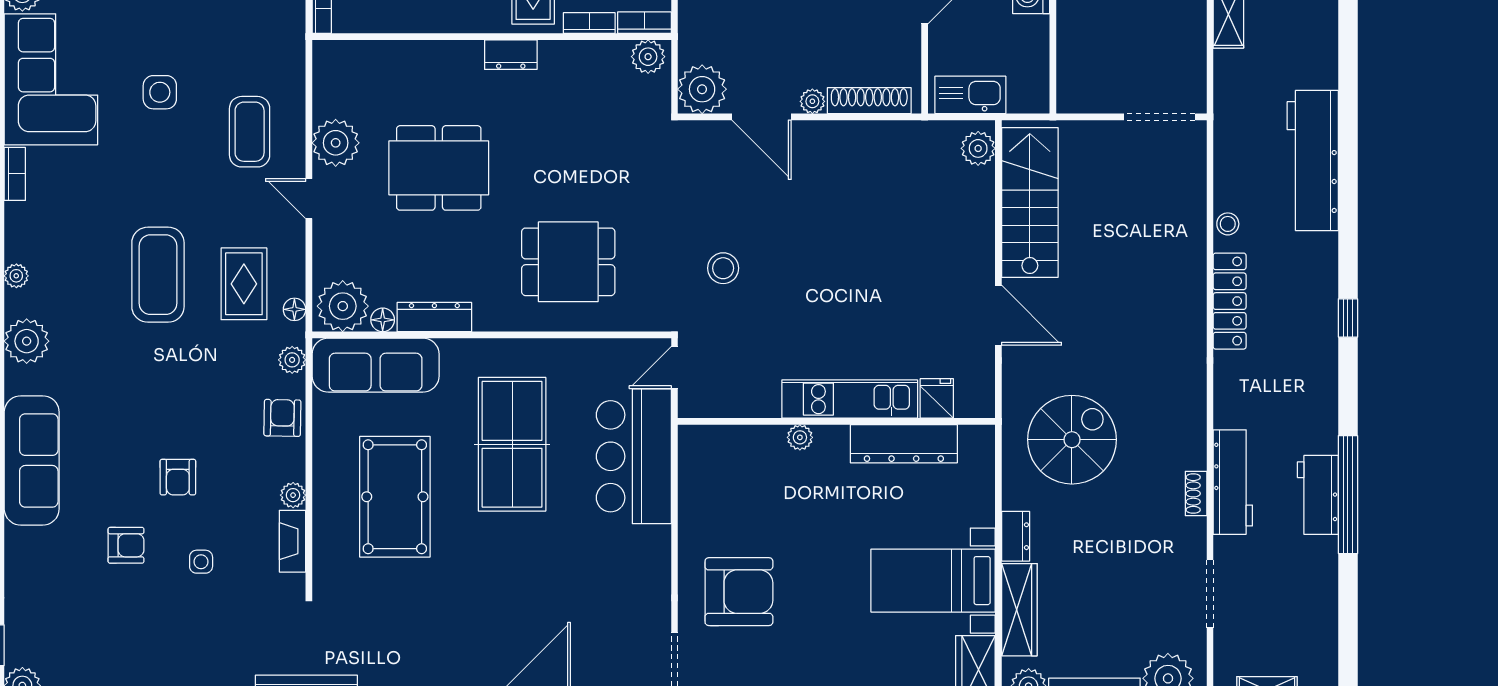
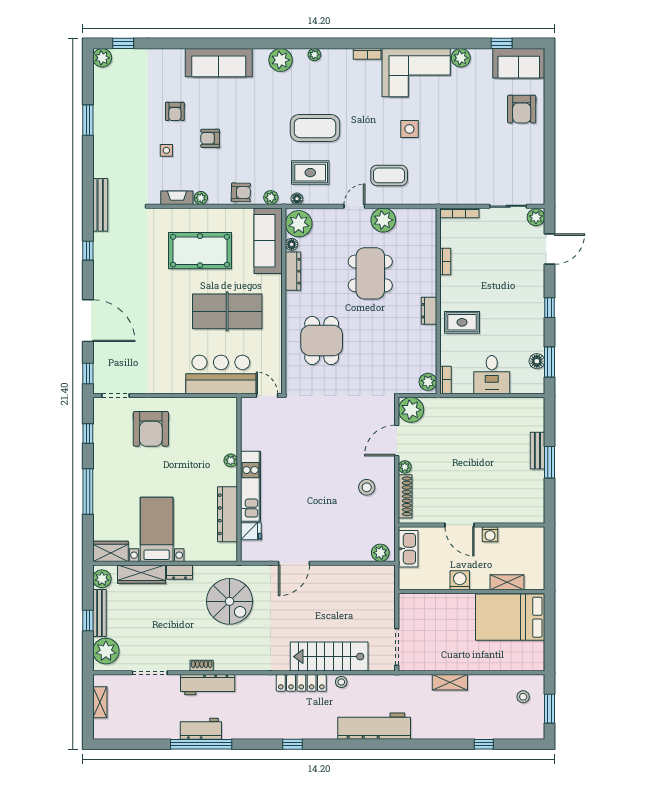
bookcase: (589, 23) -> (445, 261), moved
stairs: (1030, 203) -> (329, 657), moved, turned 180
stool: (723, 268) -> (367, 487), moved

